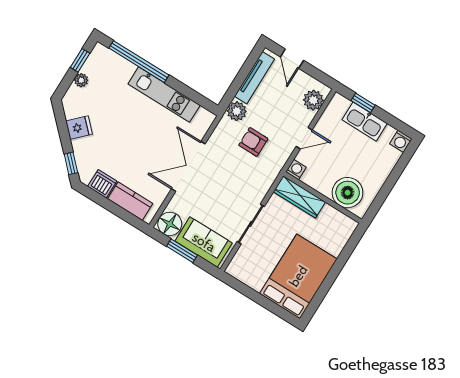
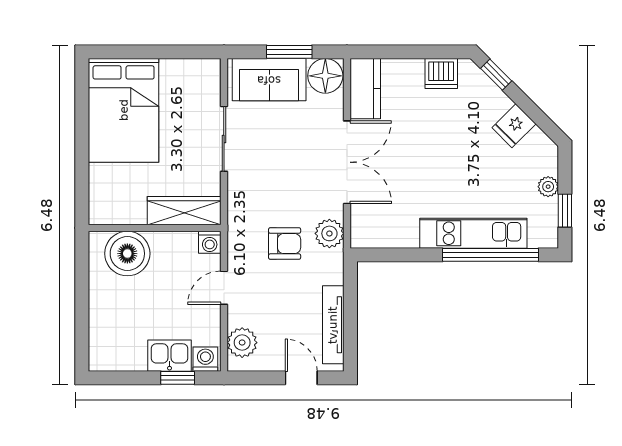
kitchen unit: (164, 95) -> (473, 233), moved
plant: (237, 111) -> (329, 233), moved
kitchen sink: (365, 122) -> (169, 356), width x0.73
washing machine: (401, 141) -> (205, 359), moved
kitchen counter: (130, 201) -> (365, 89), moved, turned -90

